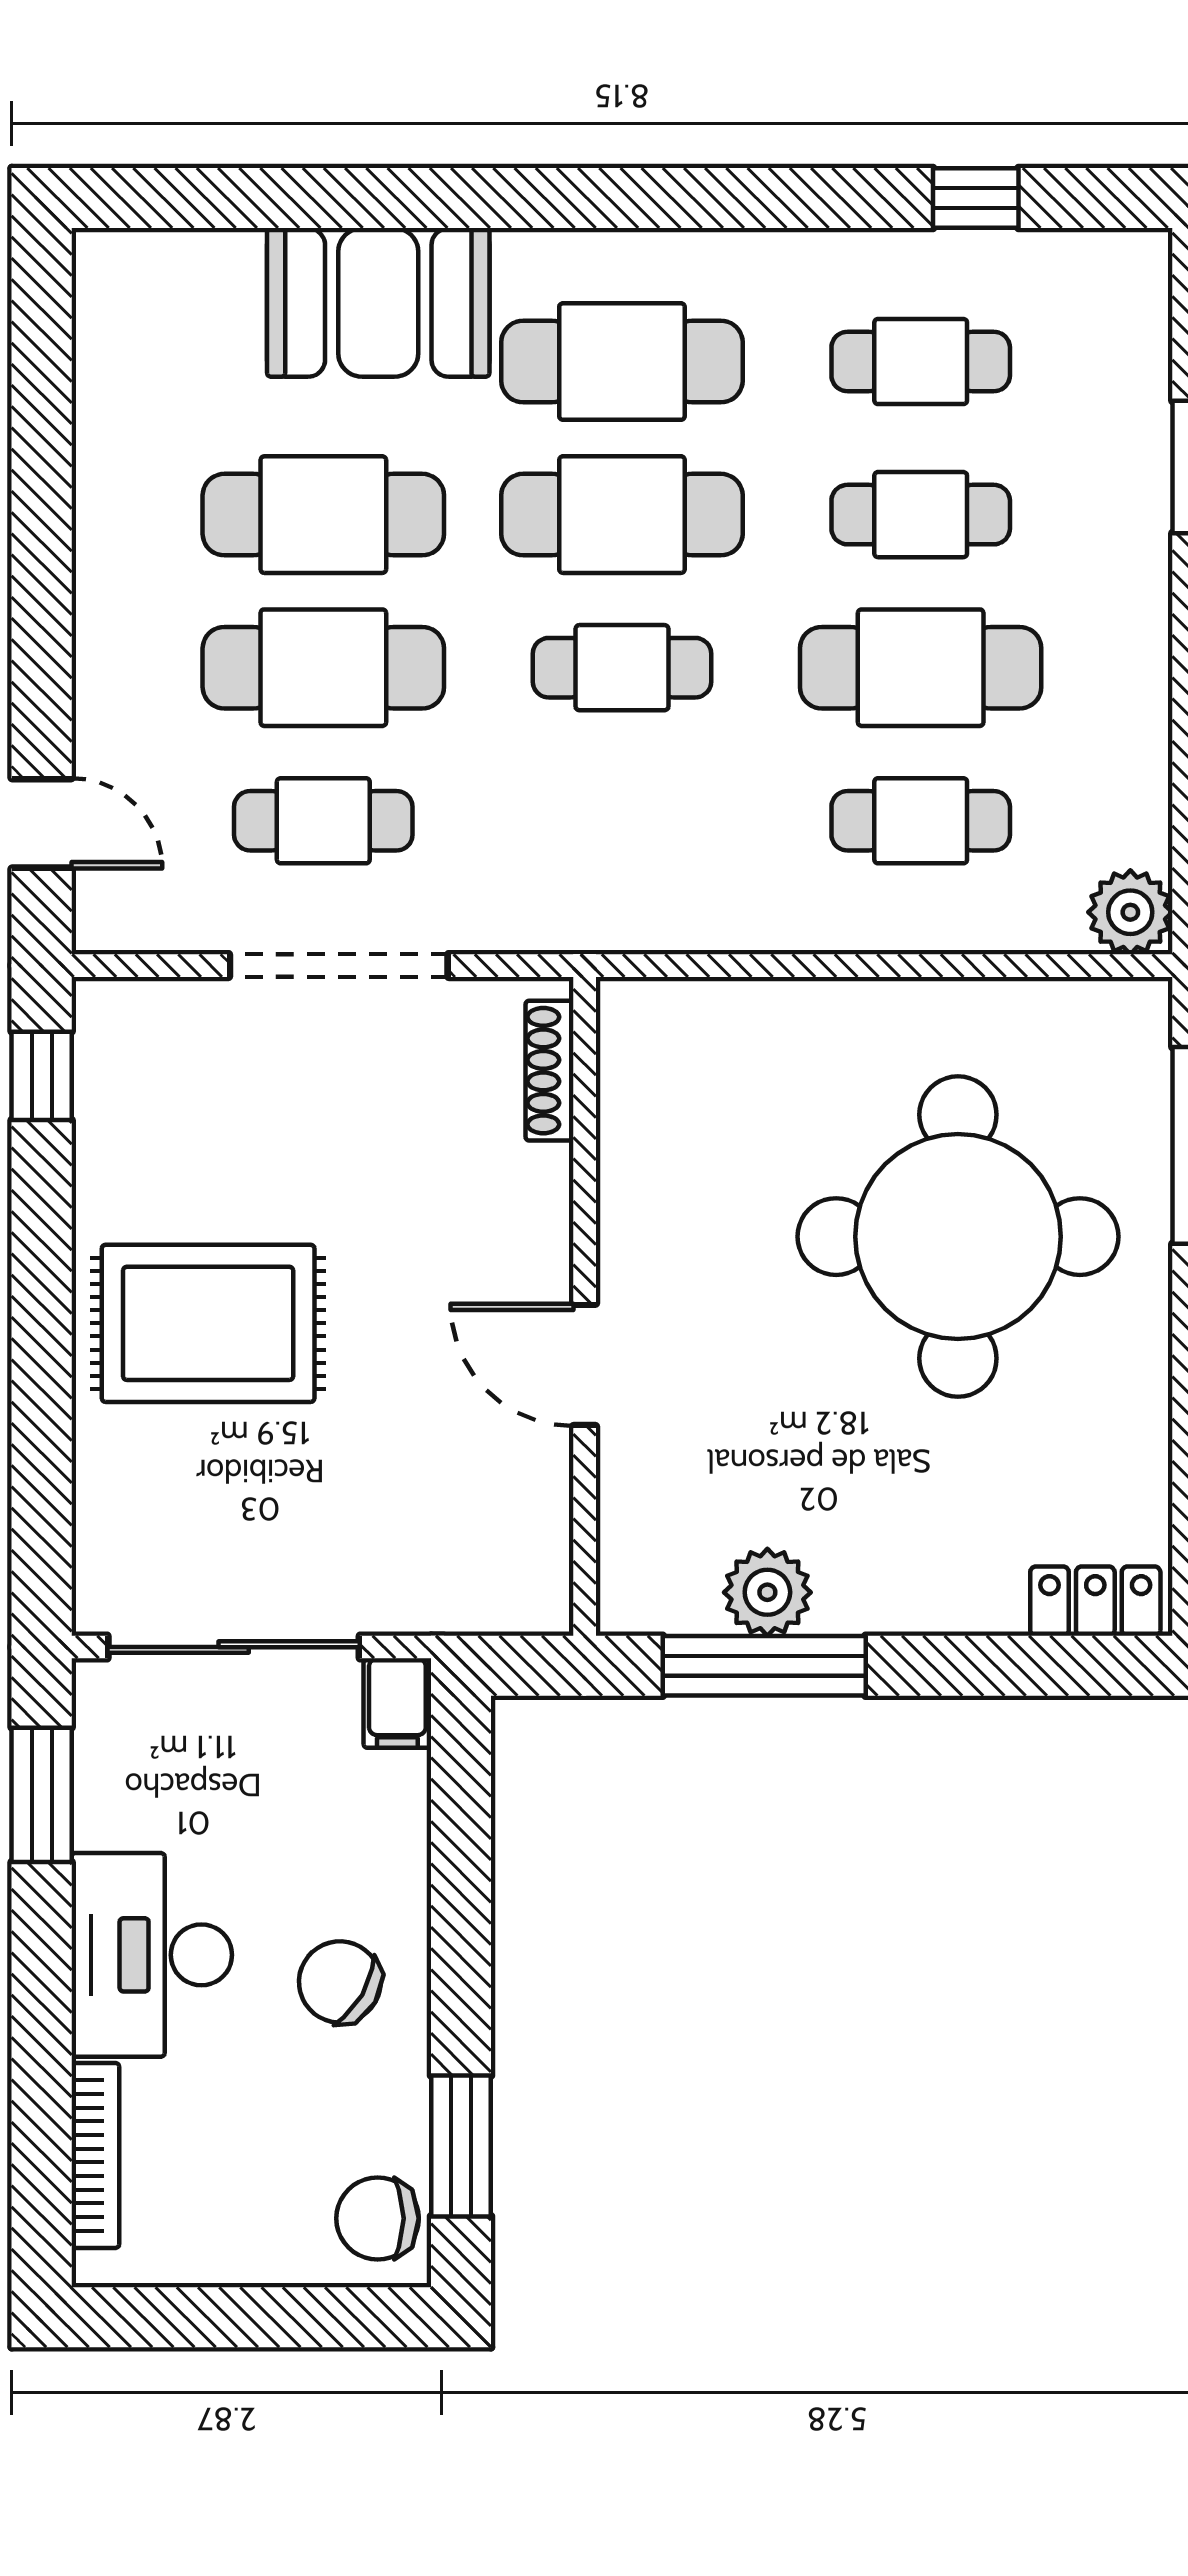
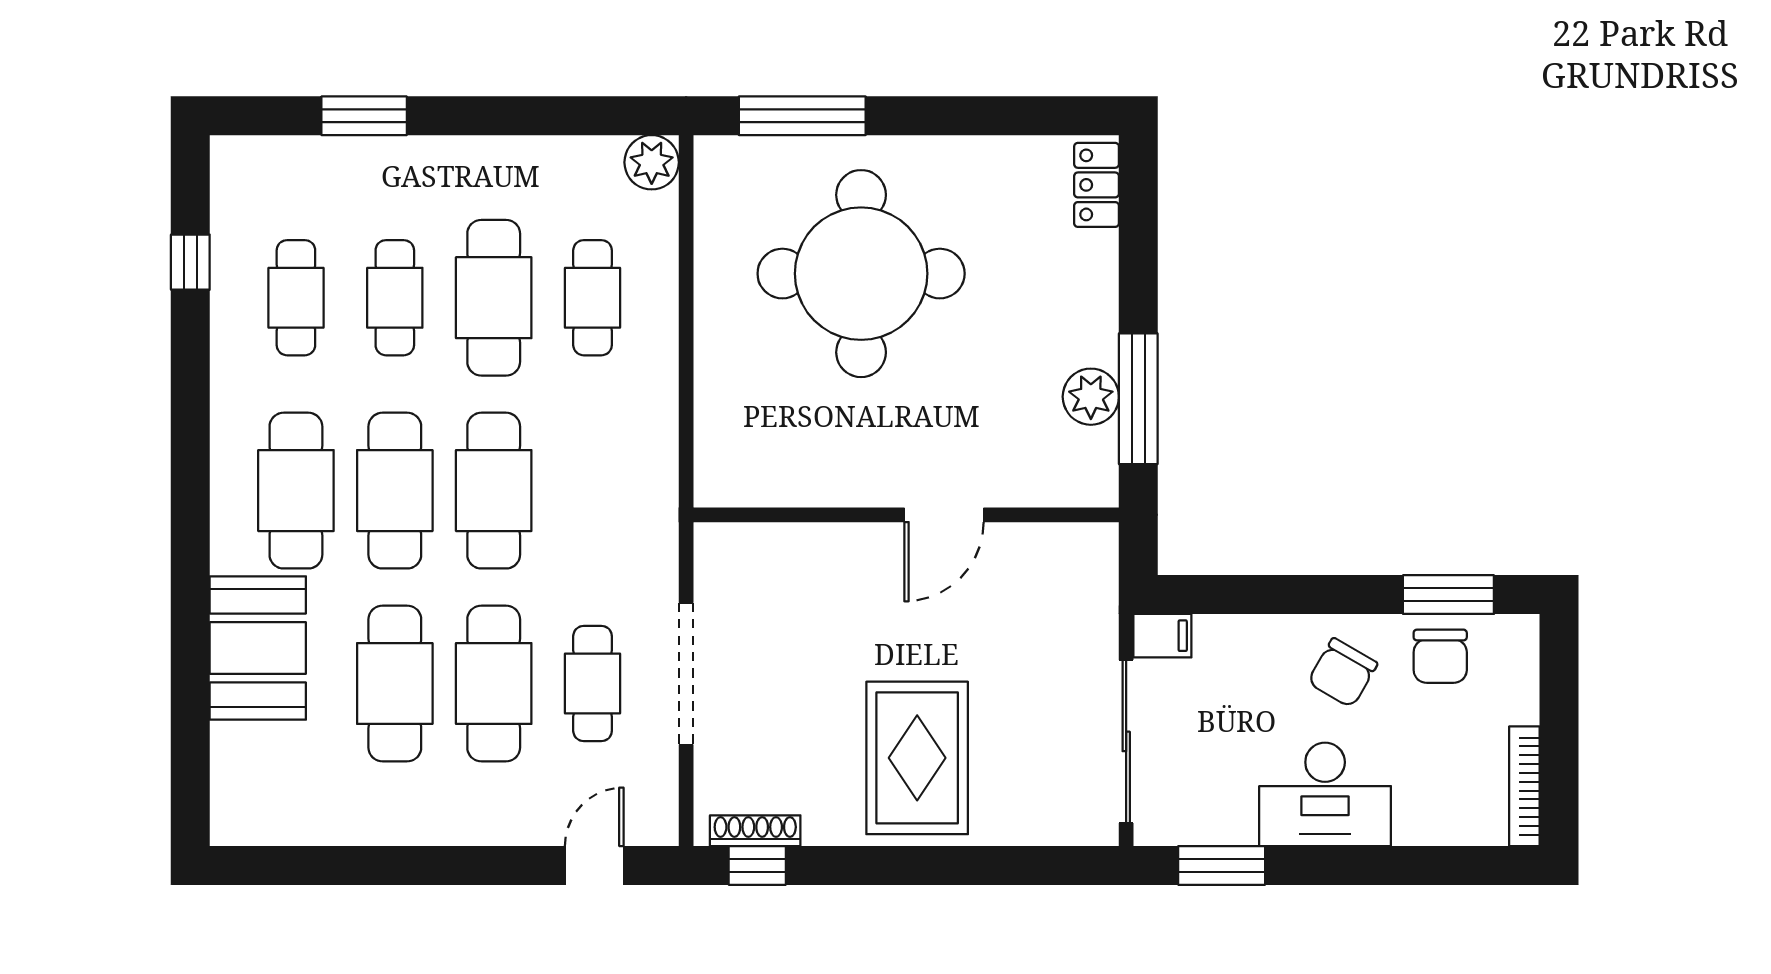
cafe table: (622, 668) -> (494, 491), width x1.37, depth x1.35
shoe rack: (549, 1071) -> (755, 831), moved, turned 180
bookcase: (95, 2155) -> (1524, 786), moved, turned -90
chair: (378, 2218) -> (1440, 656), moved

